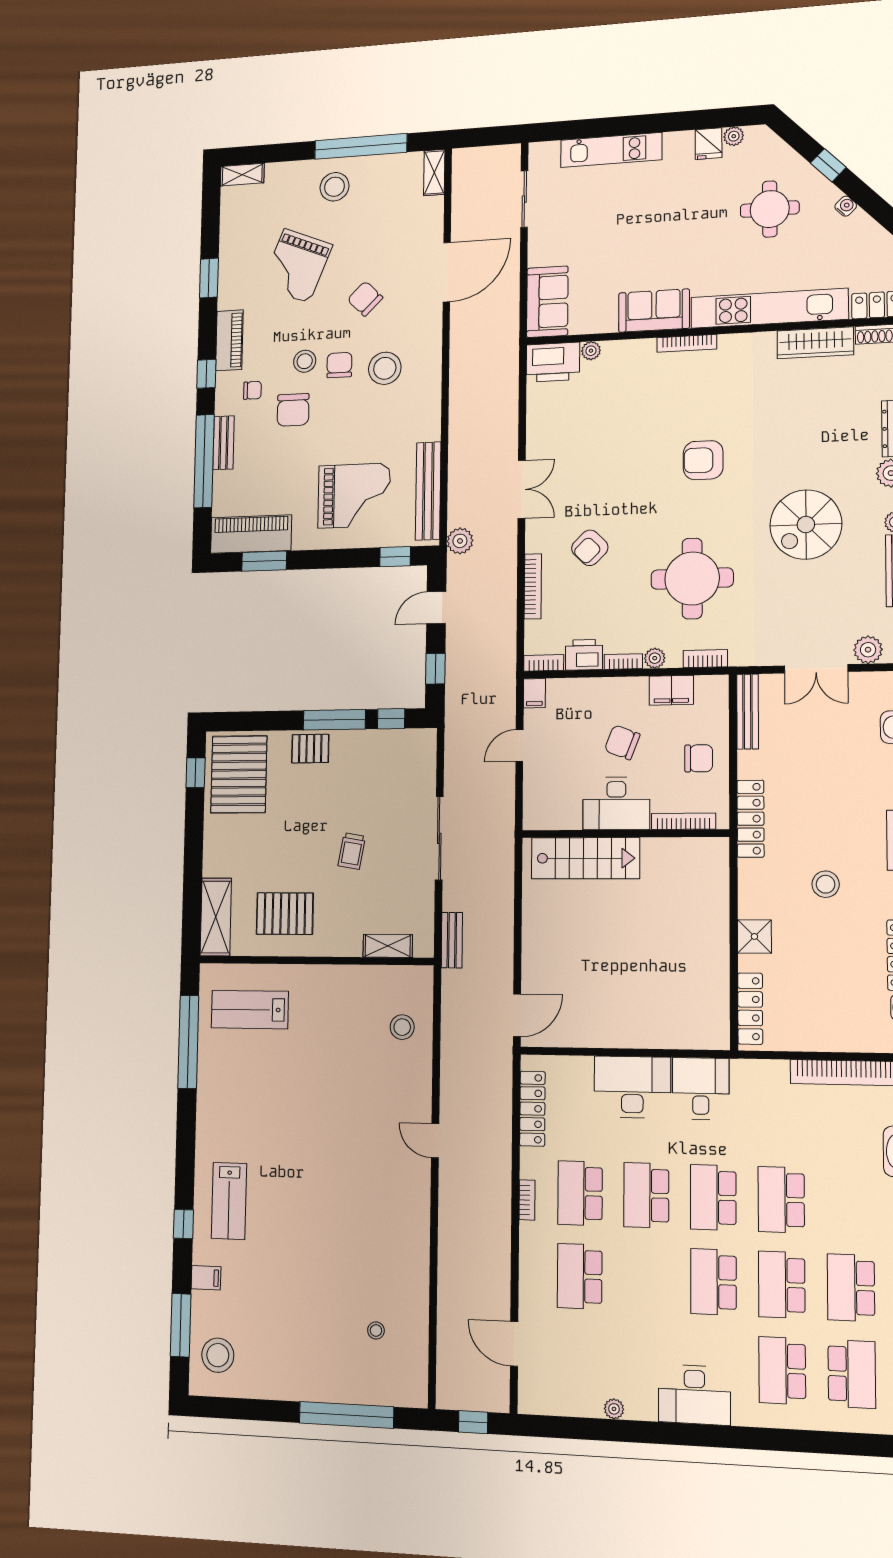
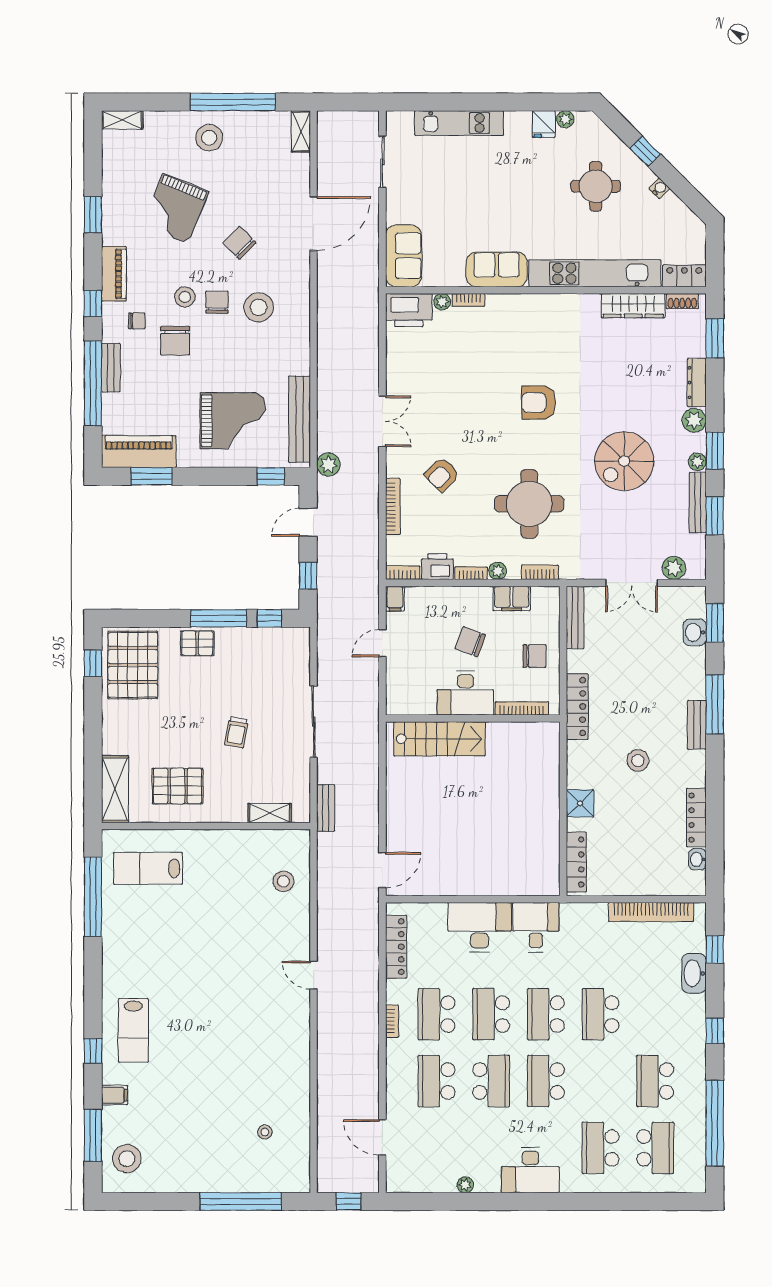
bookcase: (687, 343) -> (468, 300), moved, width x0.64
school desk: (782, 1285) -> (491, 1081), moved, turned 180

